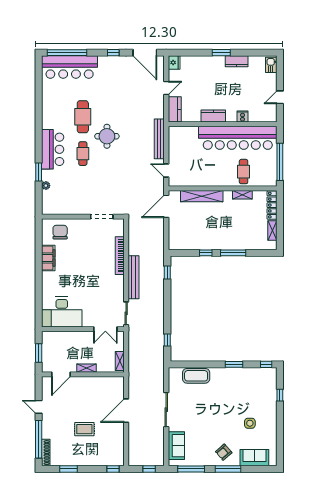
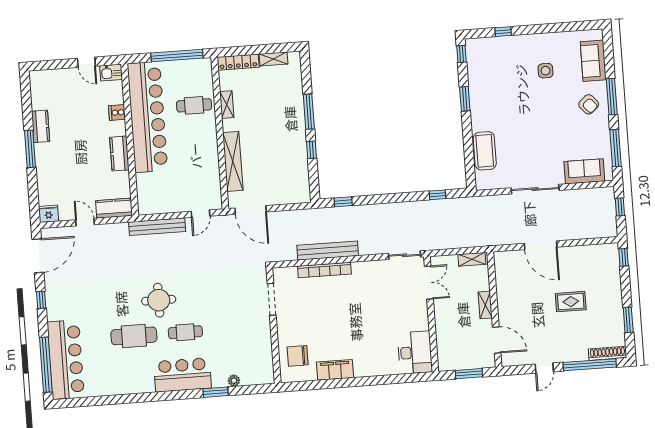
window: (221, 53) -> (30, 149), width x1.44
kitchen sink: (271, 65) -> (111, 73), moved
bench: (133, 277) -> (328, 251), moved
desk: (62, 312) -> (415, 353), width x0.73, depth x0.77
rug: (84, 429) -> (571, 302), turned 90

